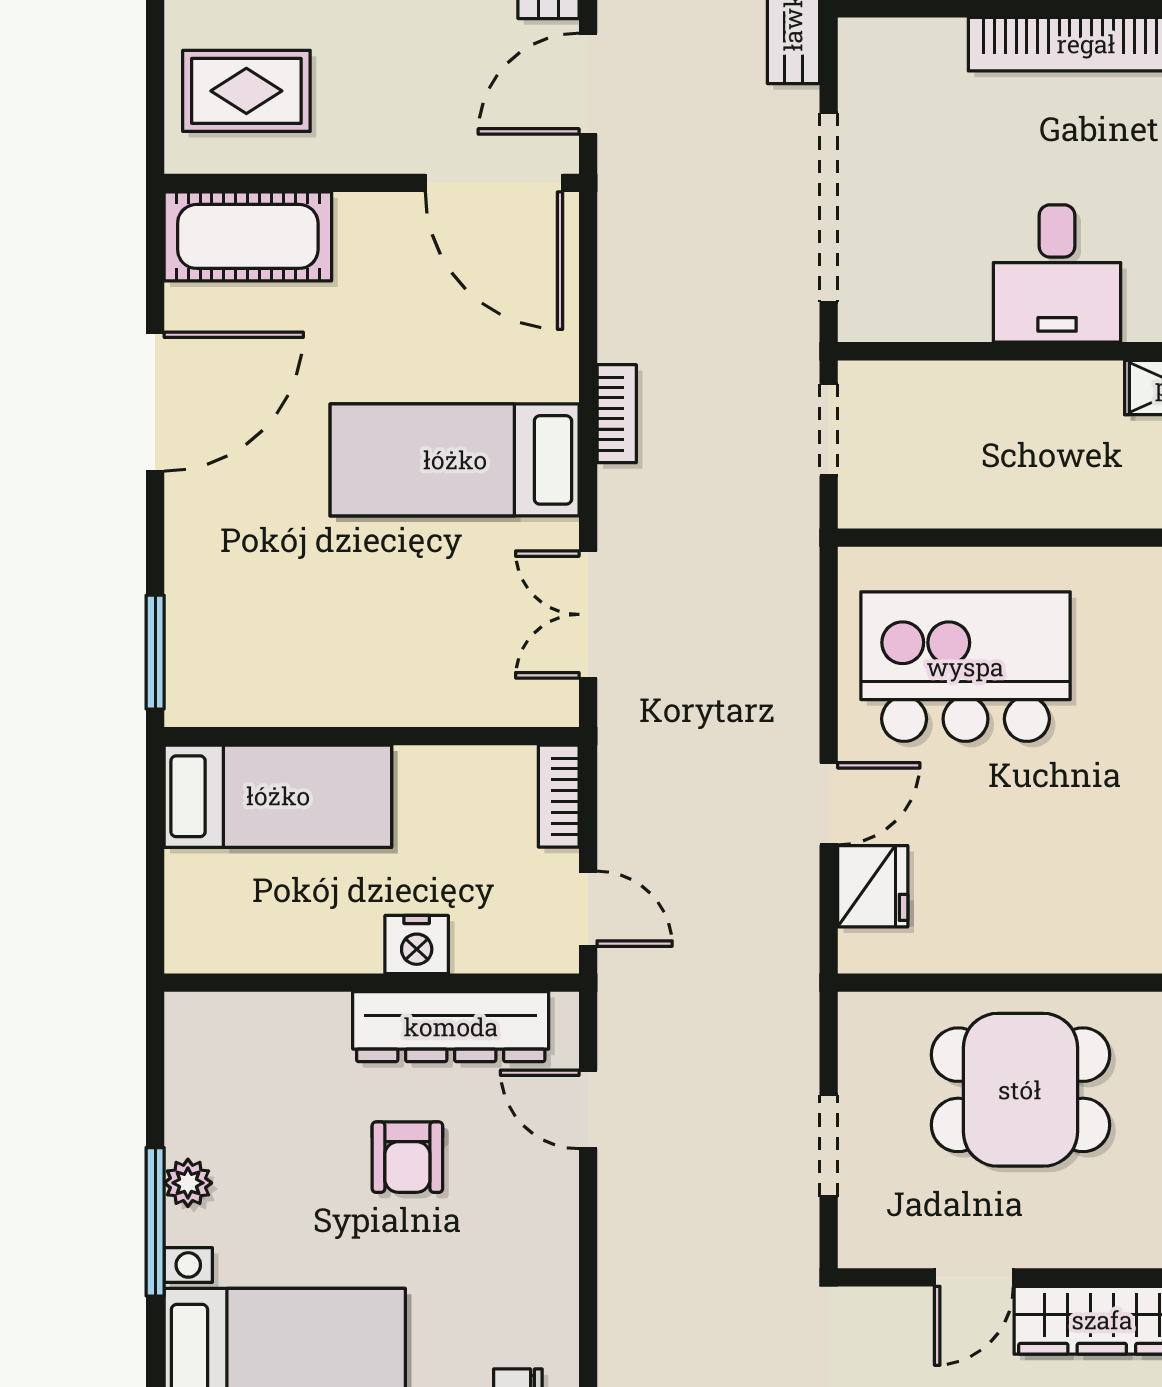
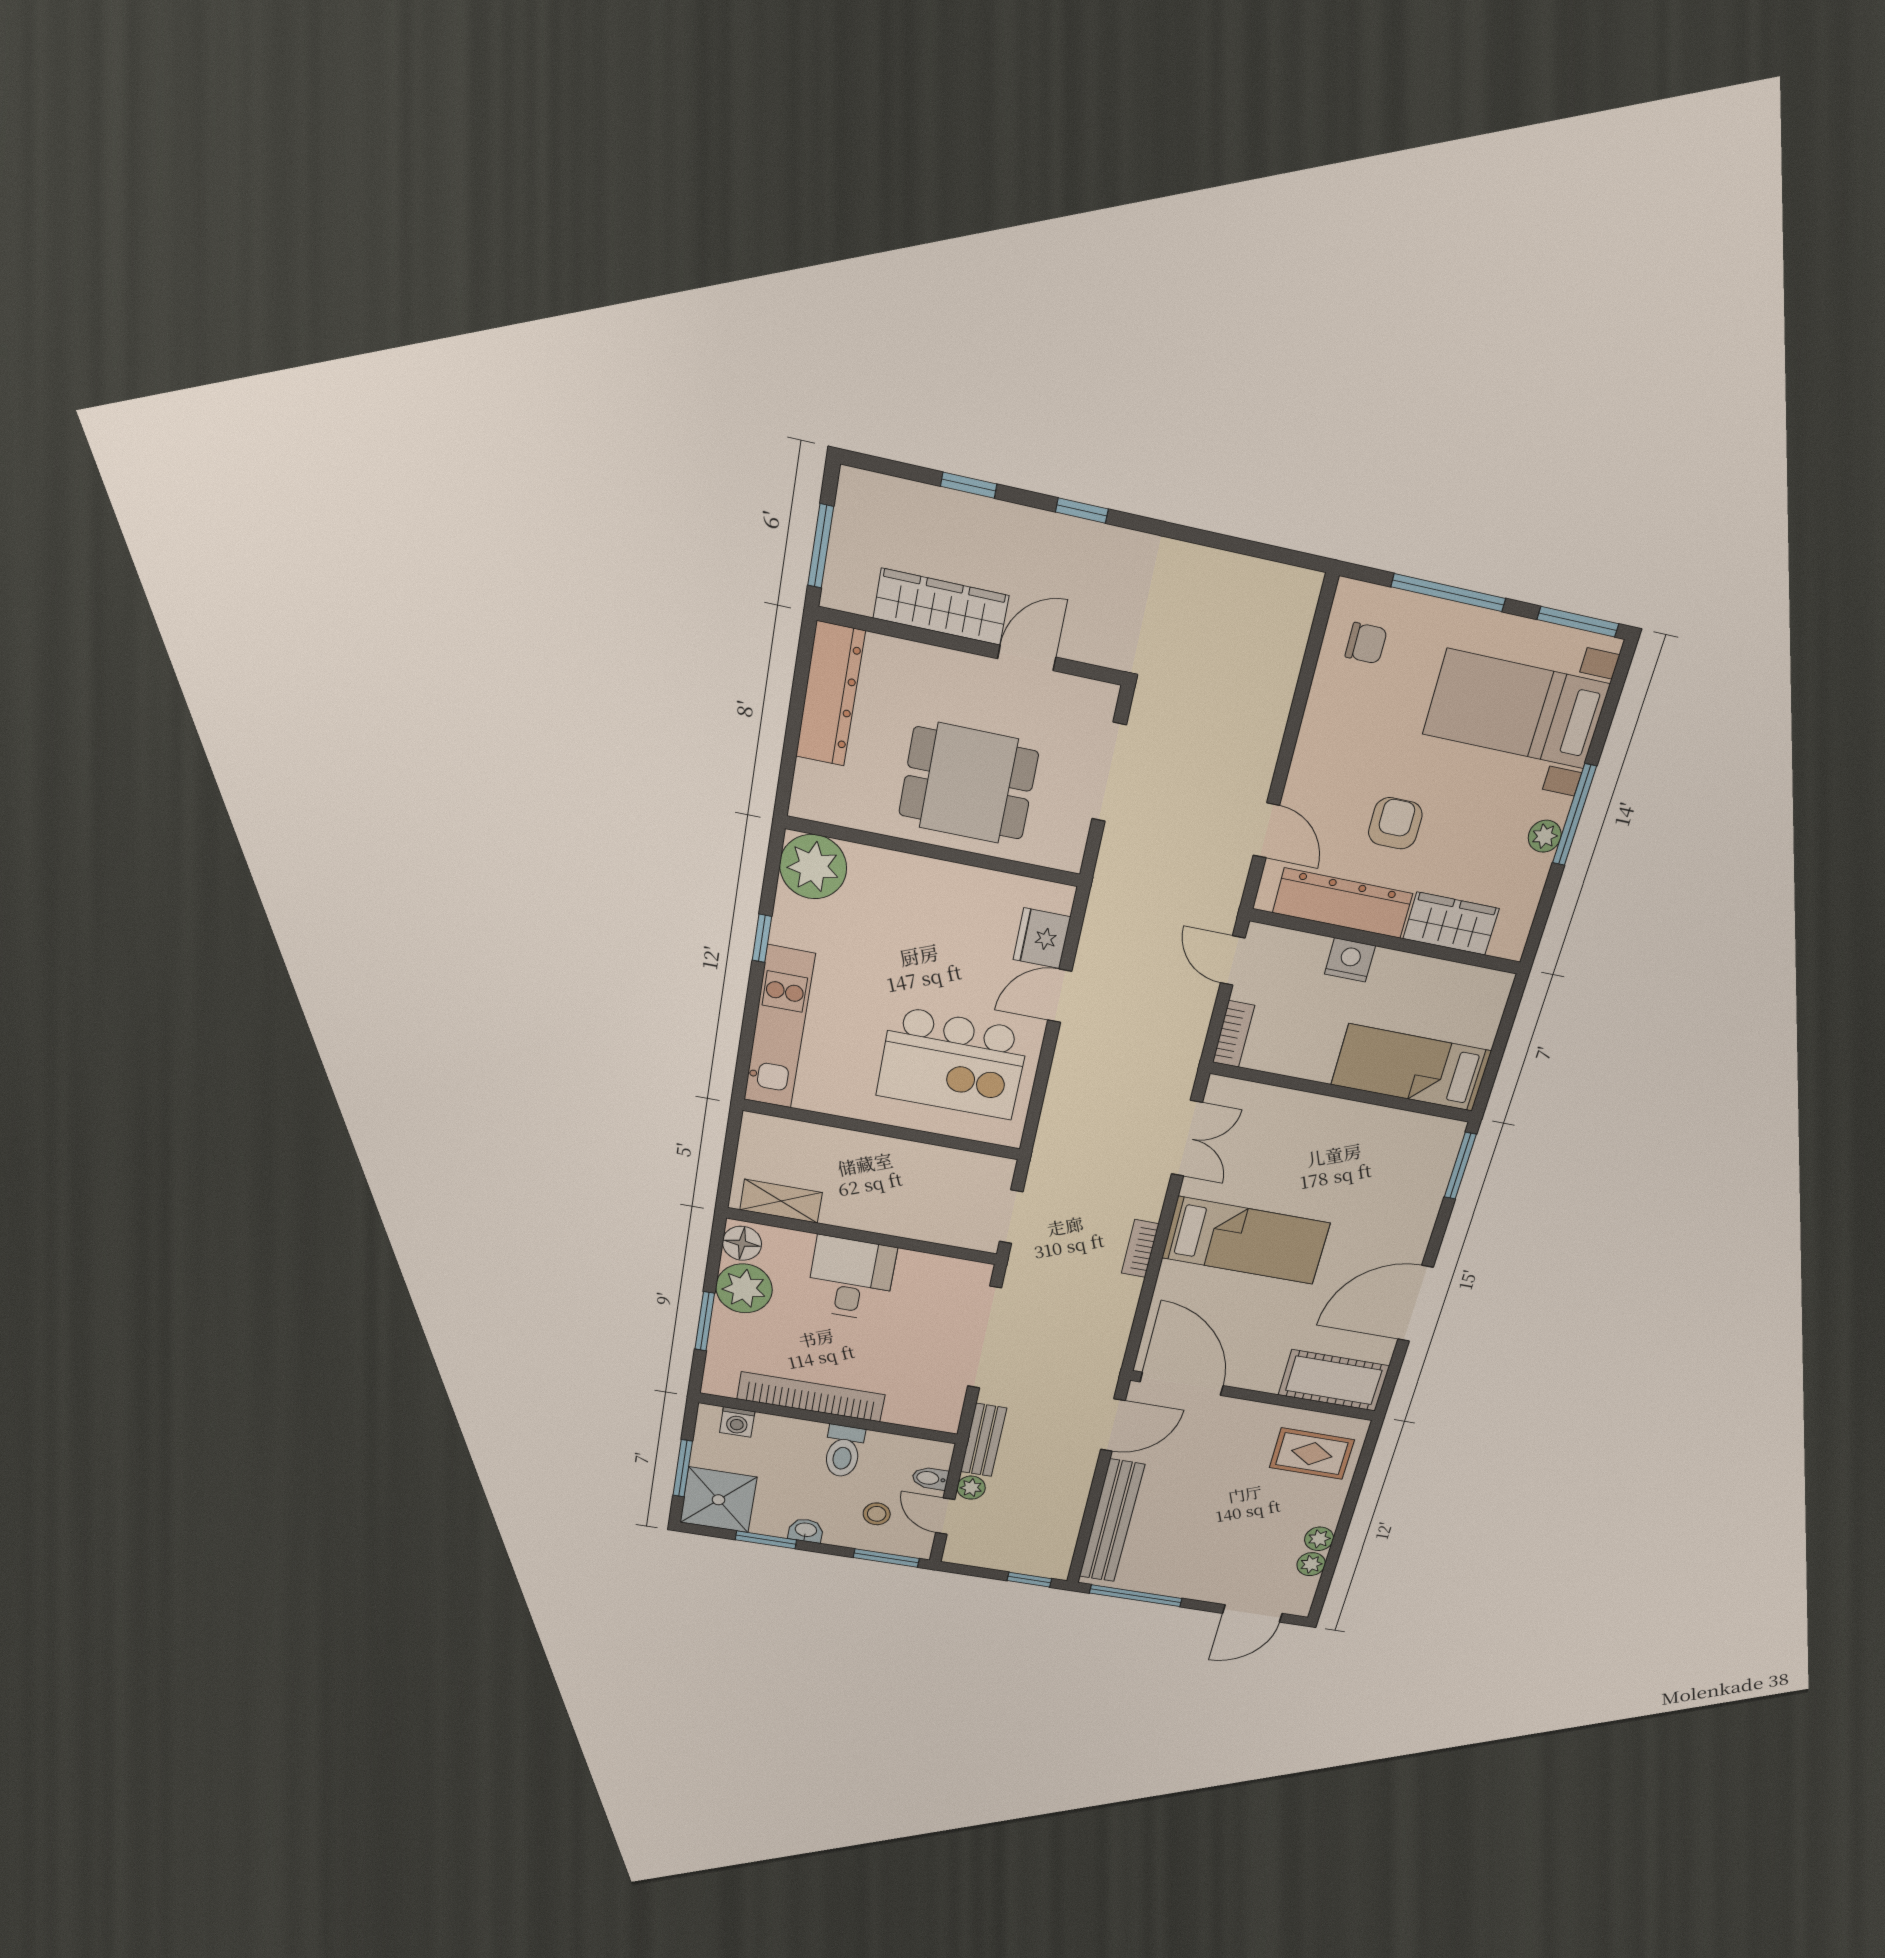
wardrobe: (284, 1029) -> (1451, 924), added
doorway: (829, 1146) -> (1109, 772), width x1.38

